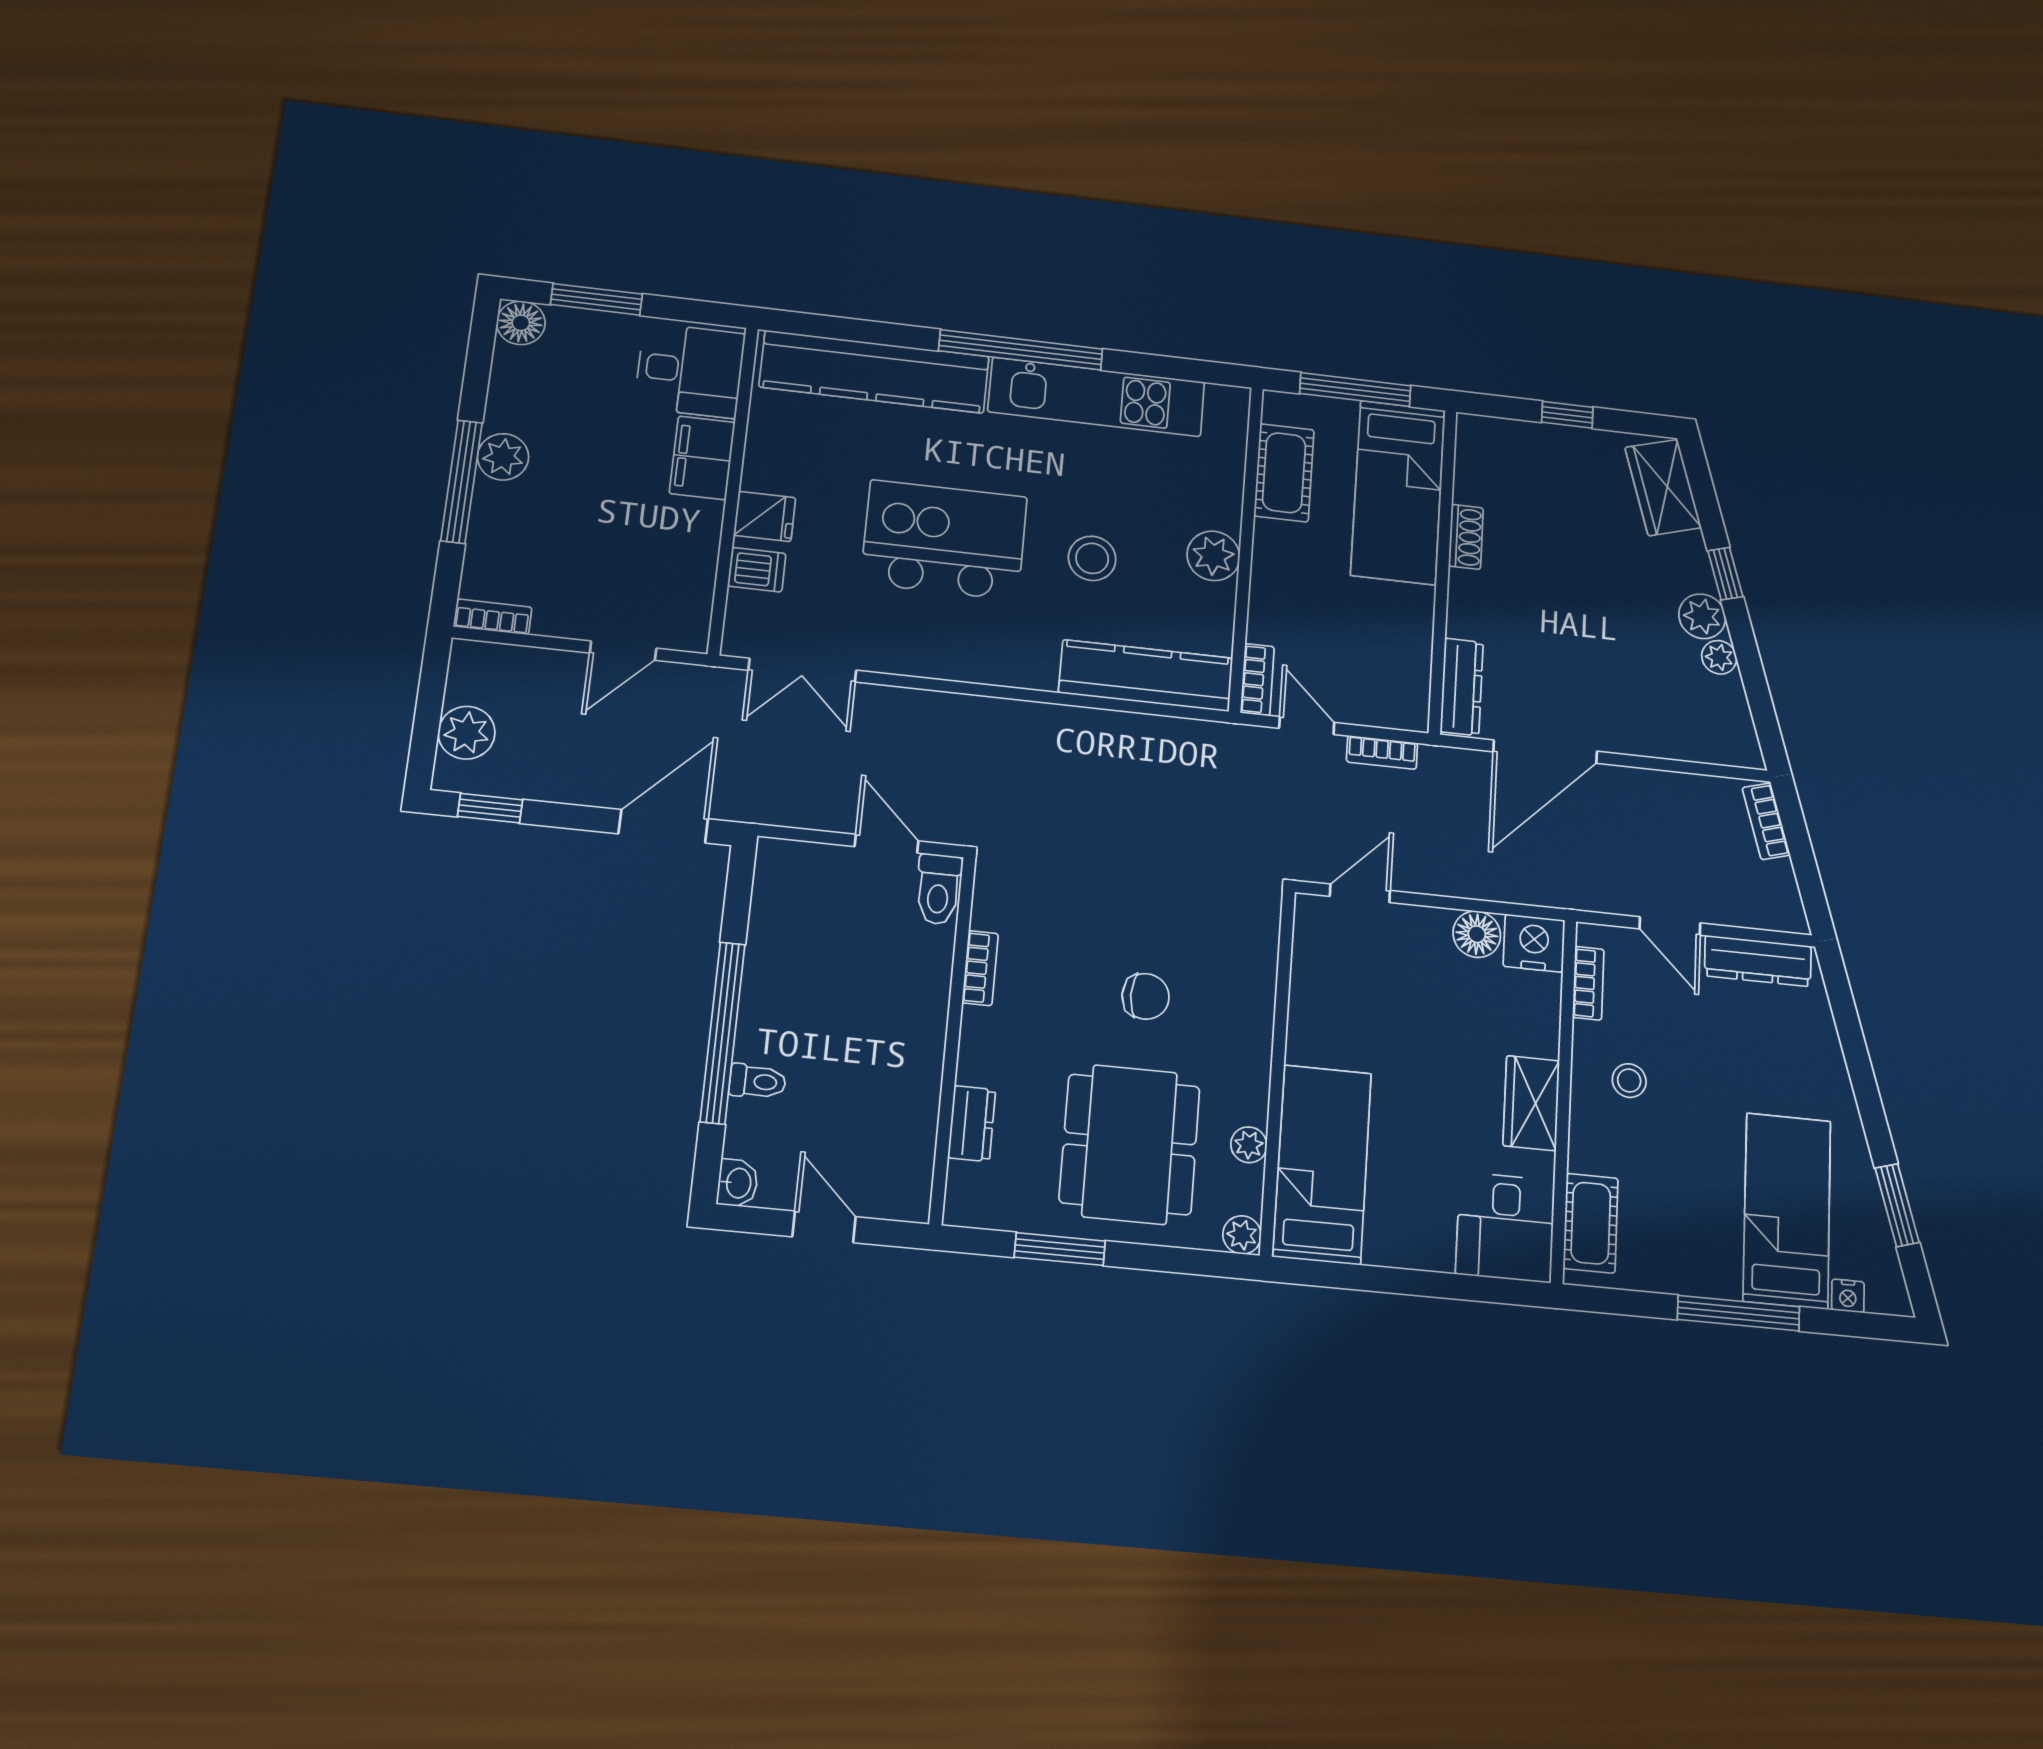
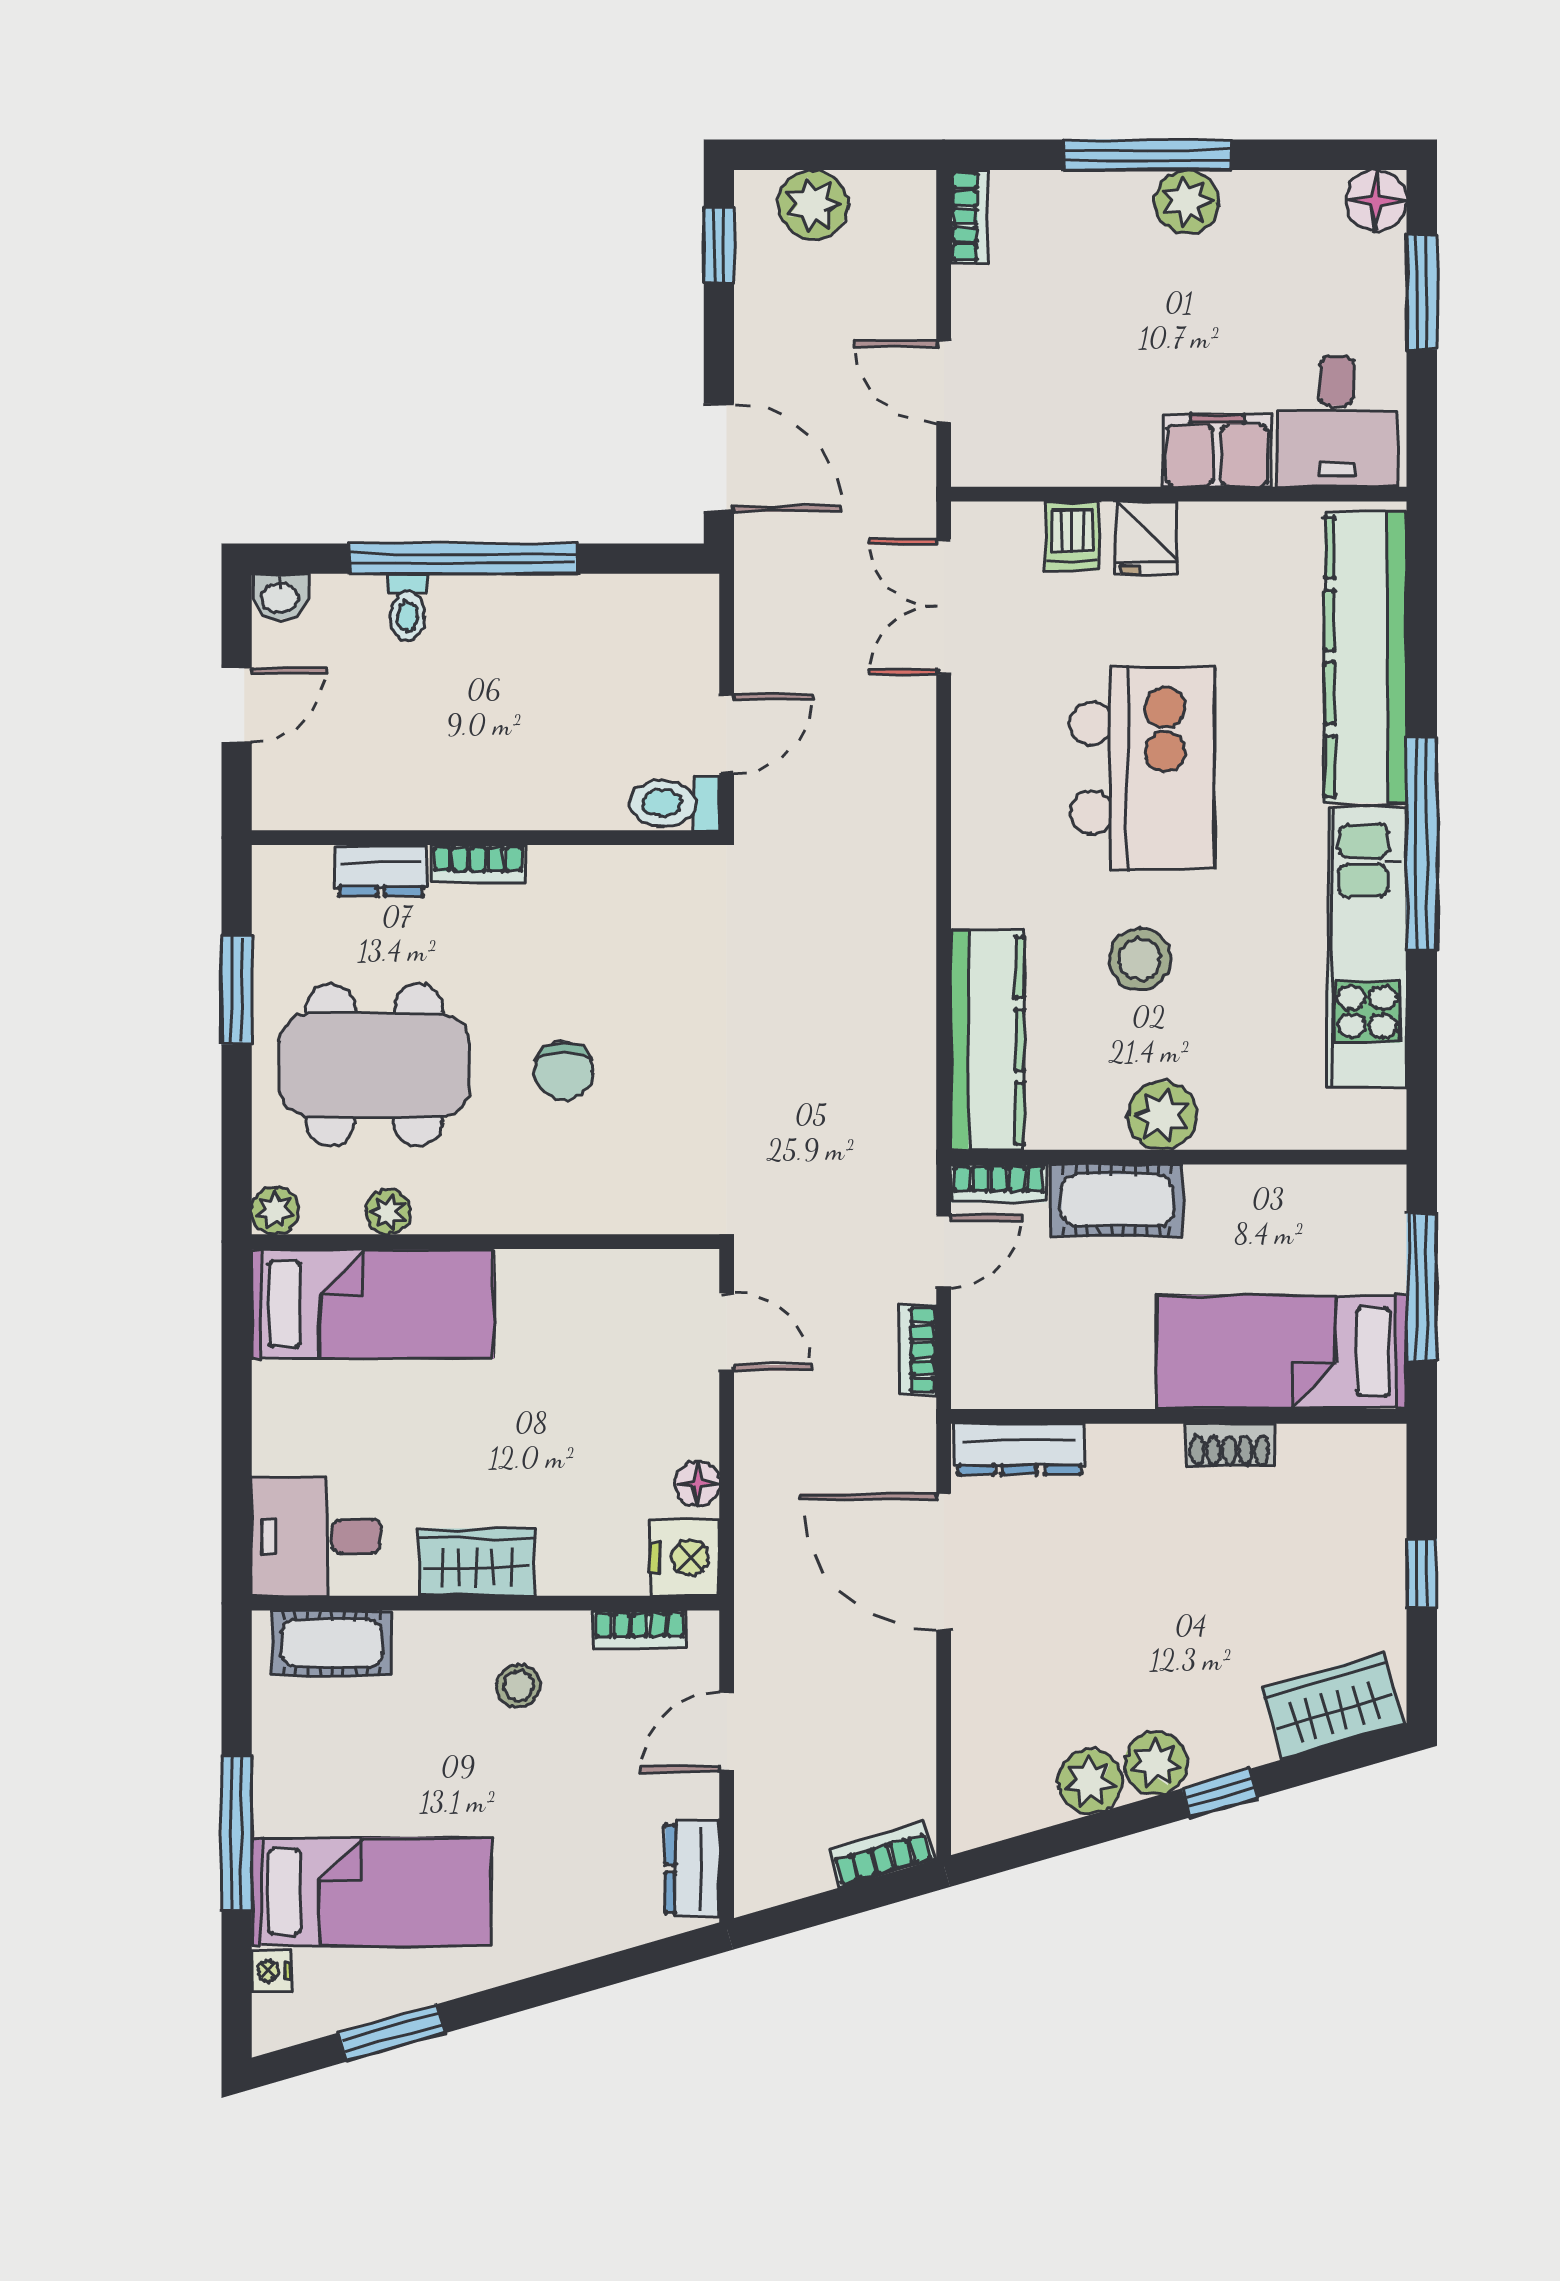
cot: (1284, 473) -> (1117, 1200), moved
plant: (1719, 657) -> (1090, 1782), width x1.38, depth x1.38
floor lamp: (1477, 934) -> (697, 1484), width x0.73, depth x0.73
dresser: (1758, 961) -> (692, 1869), width x0.70
bookcase: (980, 968) -> (478, 864), moved

